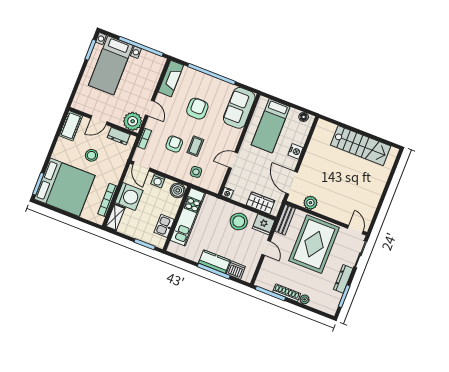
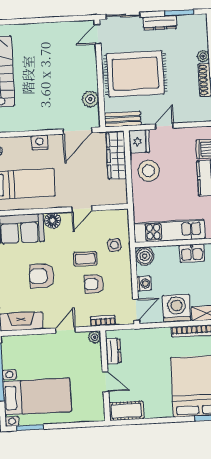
plant: (133, 121) -> (95, 337), width x0.53, depth x0.53
floor lamp: (234, 135) -> (52, 221), added
stool: (91, 155) -> (149, 372), removed
door: (233, 160) -> (82, 209), hinge flipped
nightstand: (227, 193) -> (122, 198), removed
wardrobe: (261, 203) -> (116, 156), width x1.50

